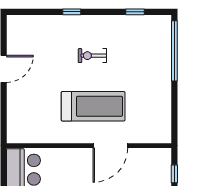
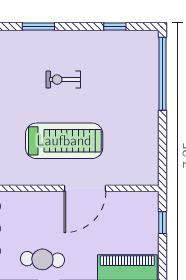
window: (72, 12) -> (38, 27), width x1.50

